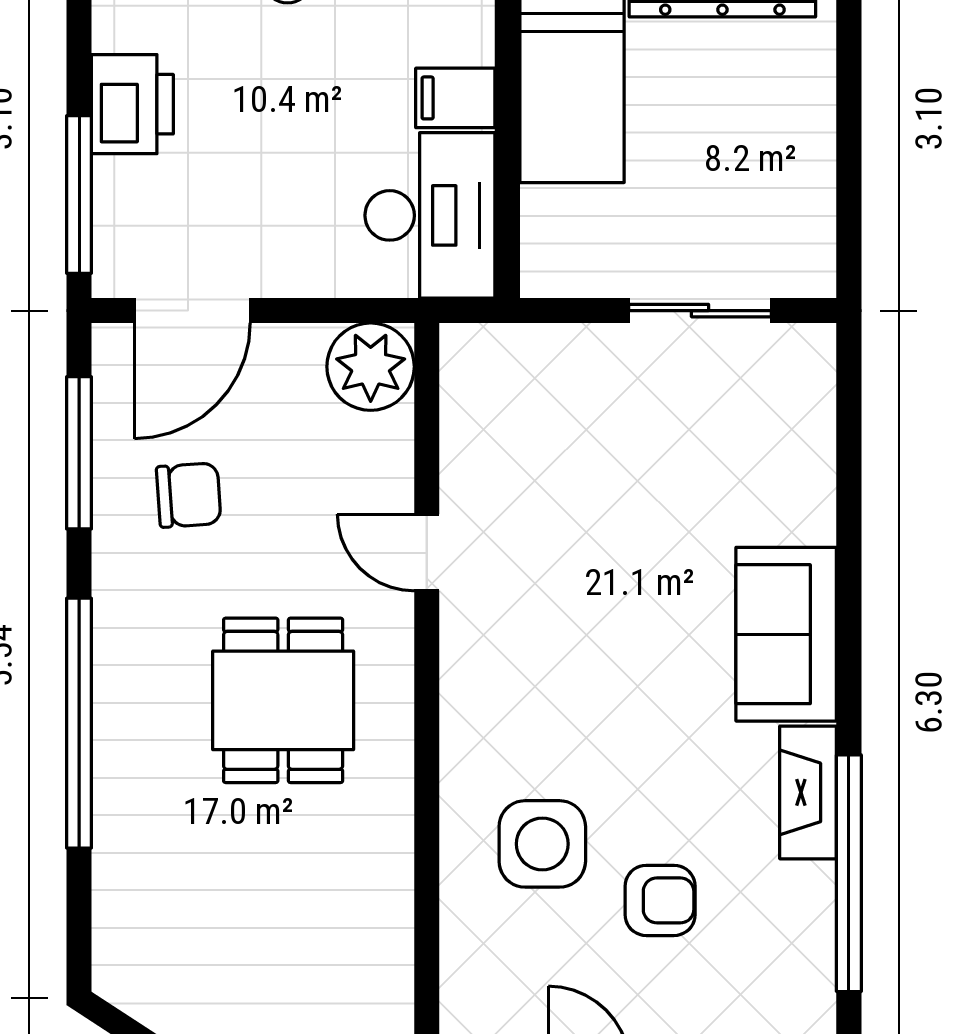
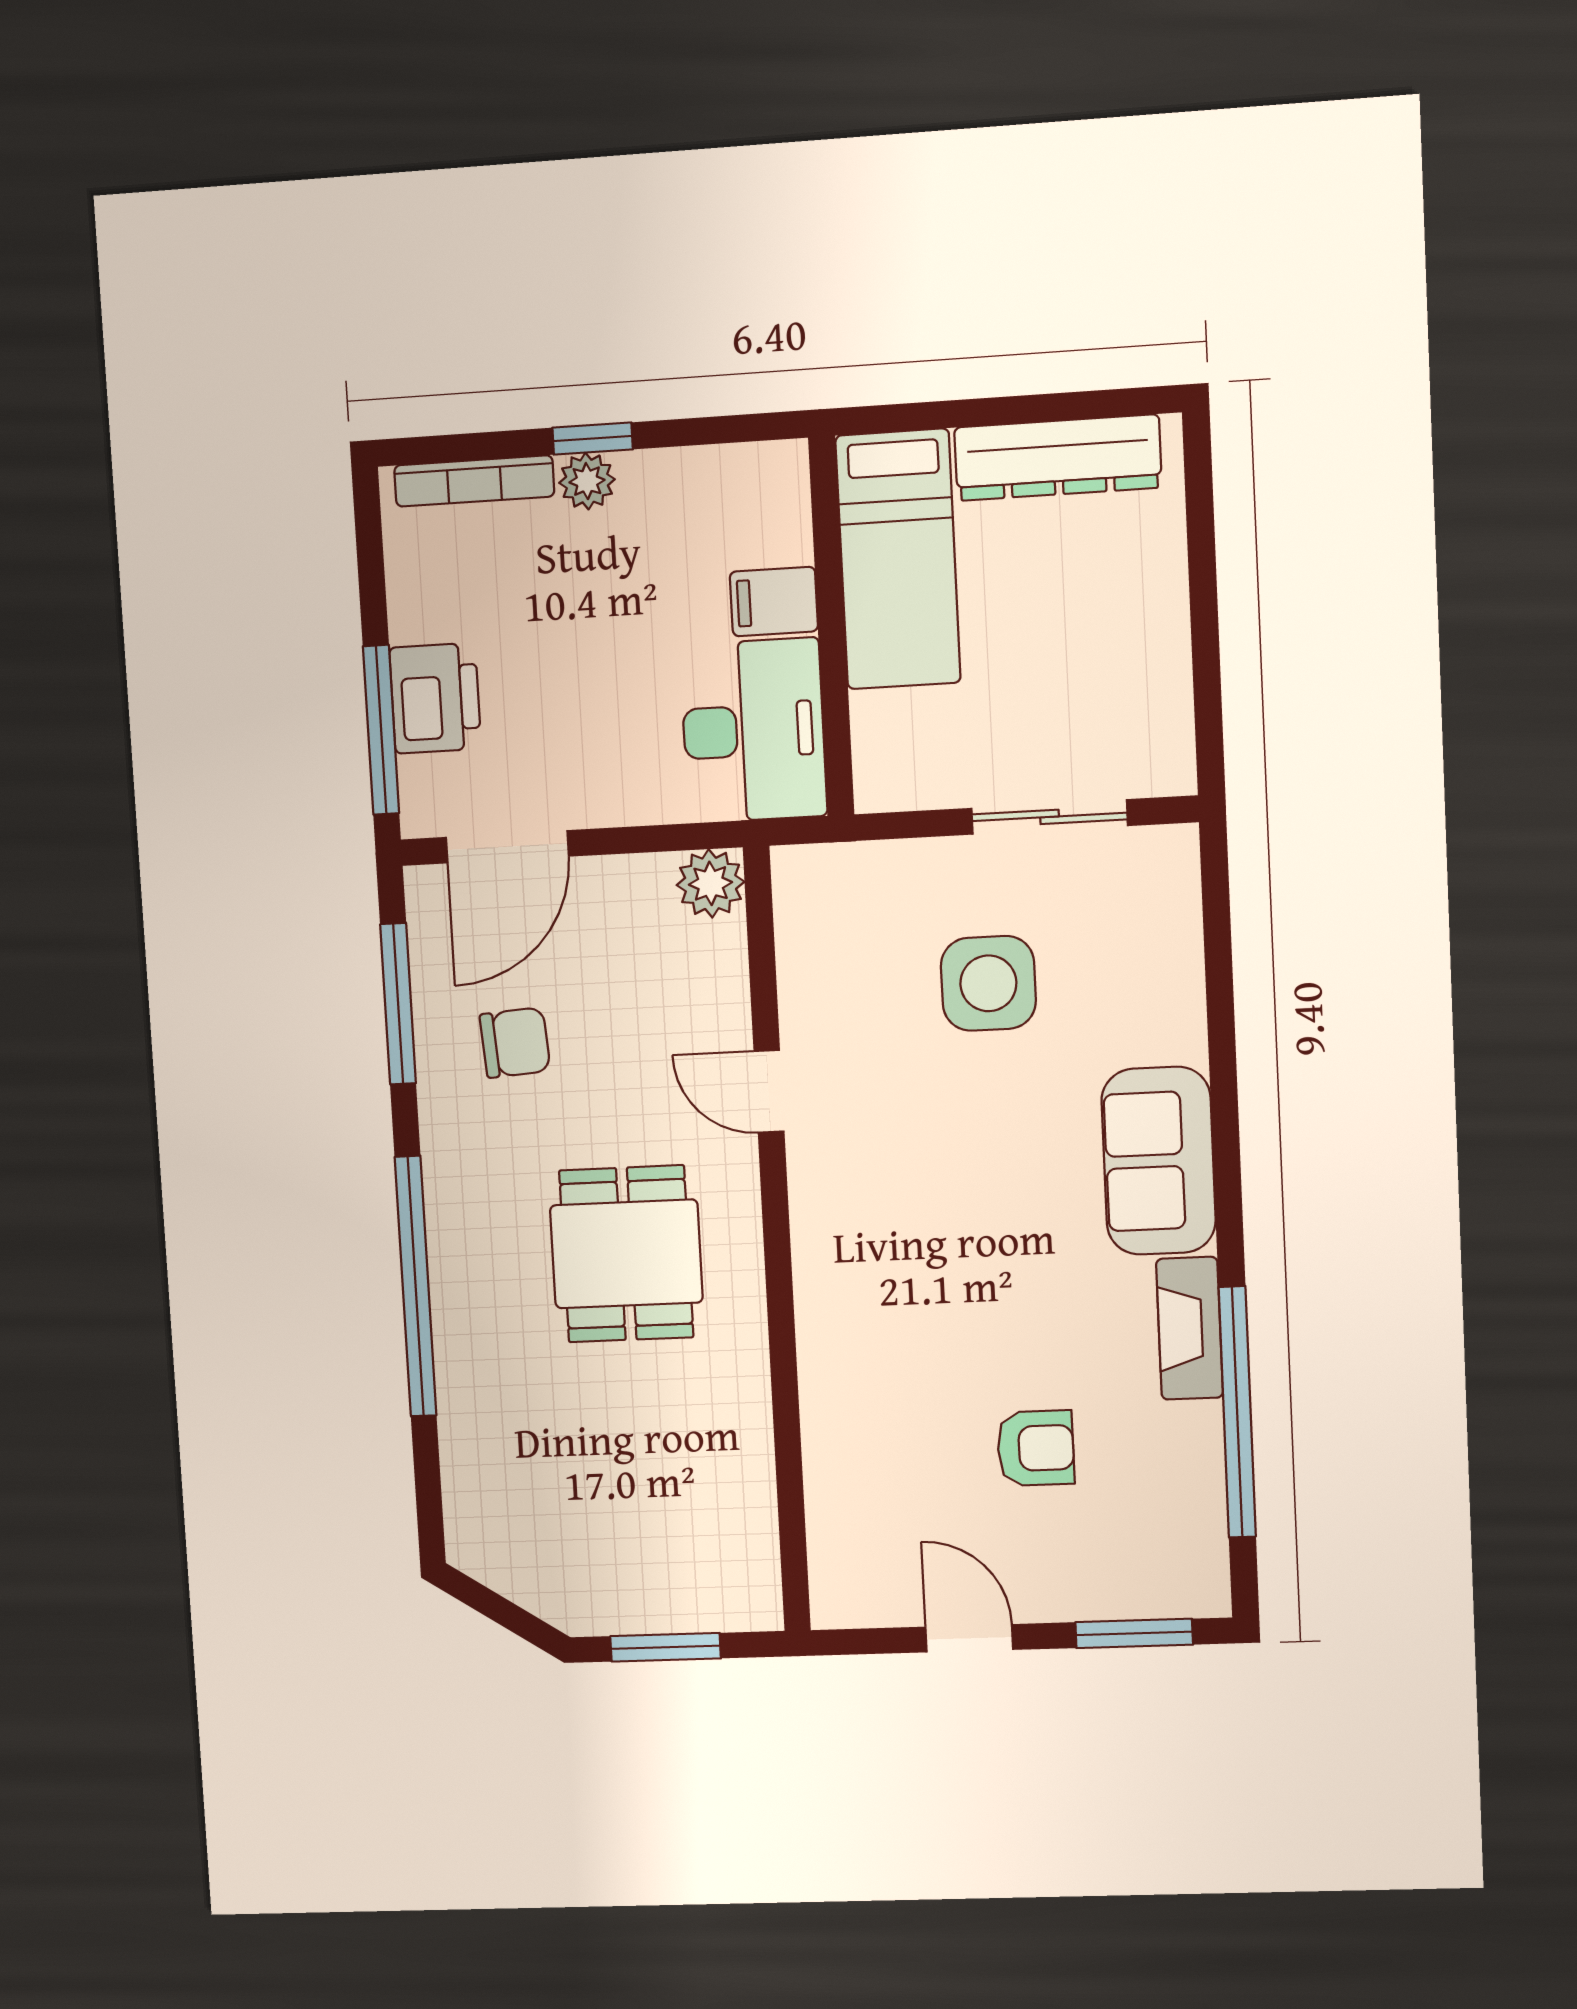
printer: (132, 104) -> (435, 698), moved
plant: (371, 367) -> (711, 883), width x0.73, depth x0.73
side table: (542, 844) -> (988, 983), moved

